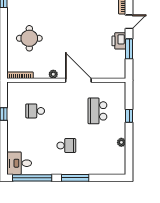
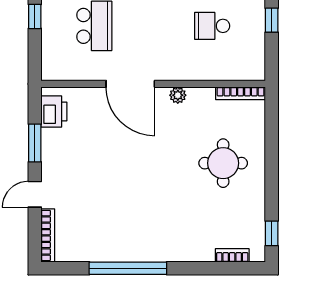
printer: (119, 41) -> (54, 111), moved
school desk: (35, 111) -> (212, 26), turned 180

